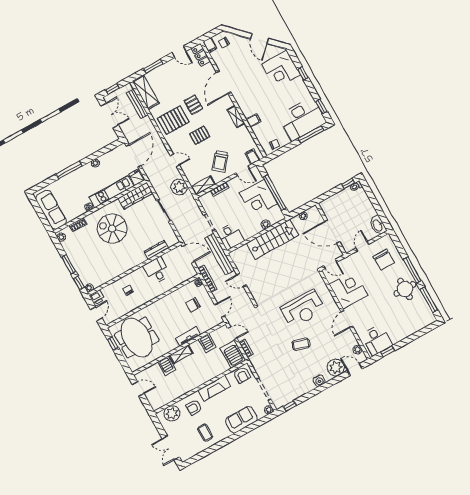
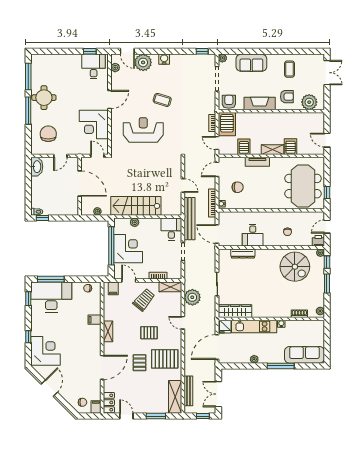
sofa: (51, 210) -> (304, 355), moved, turned 90
spiral stairs: (112, 229) -> (295, 267), moved

